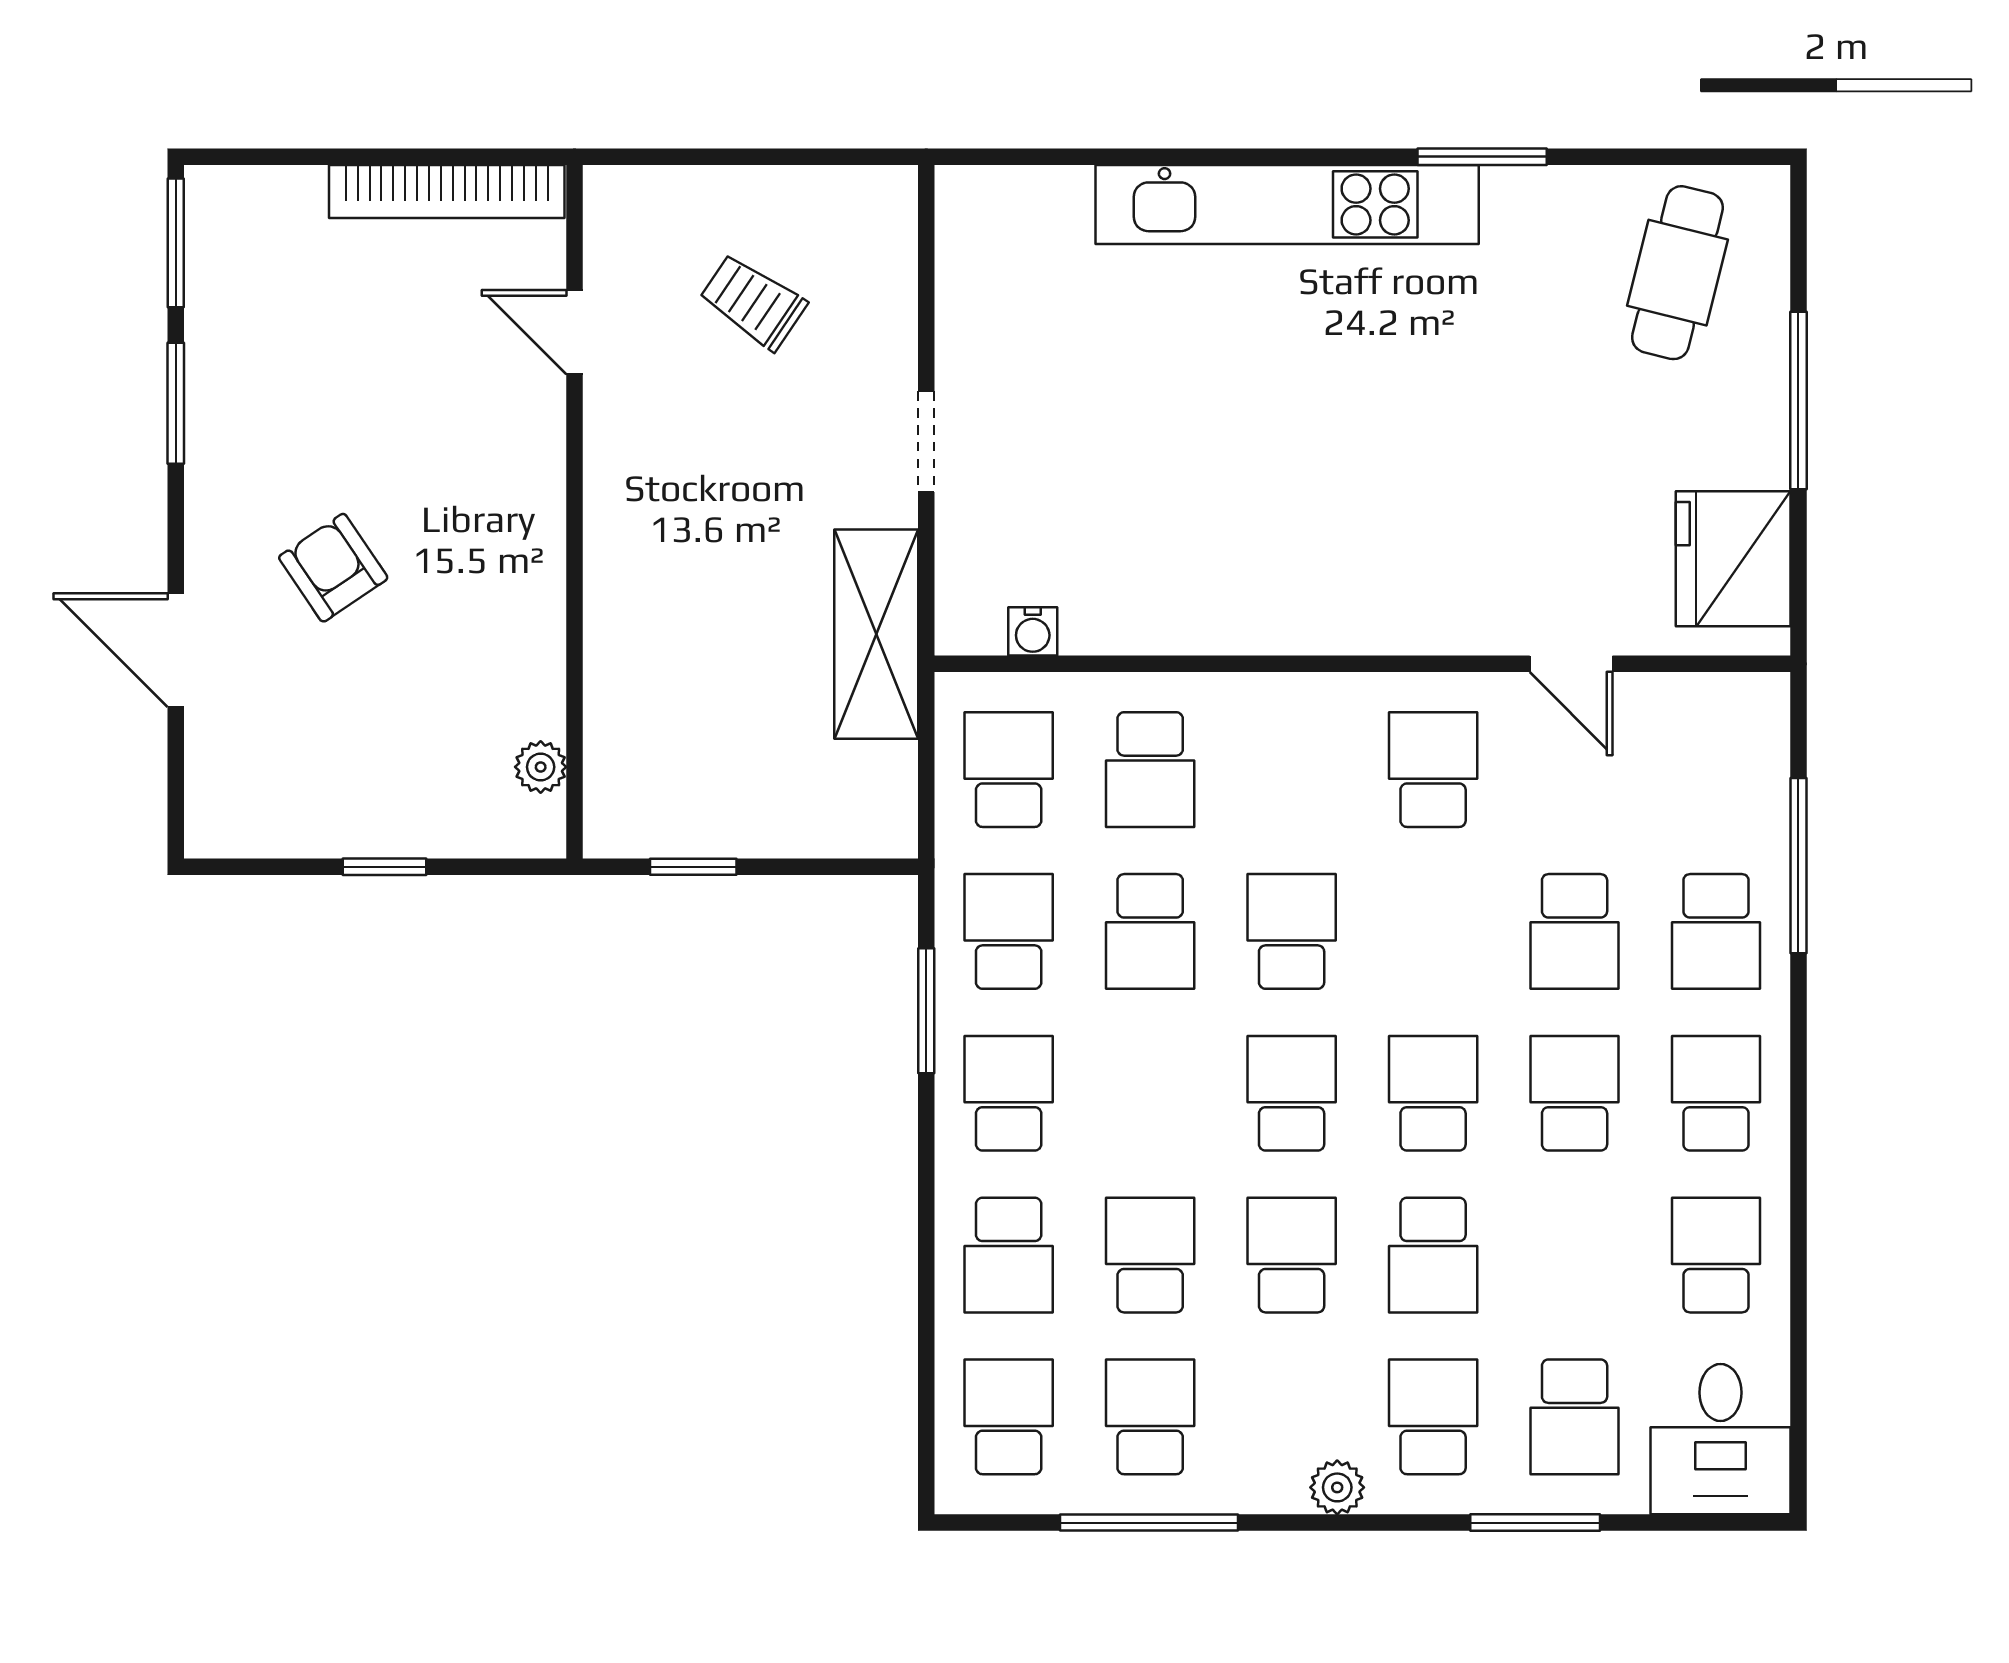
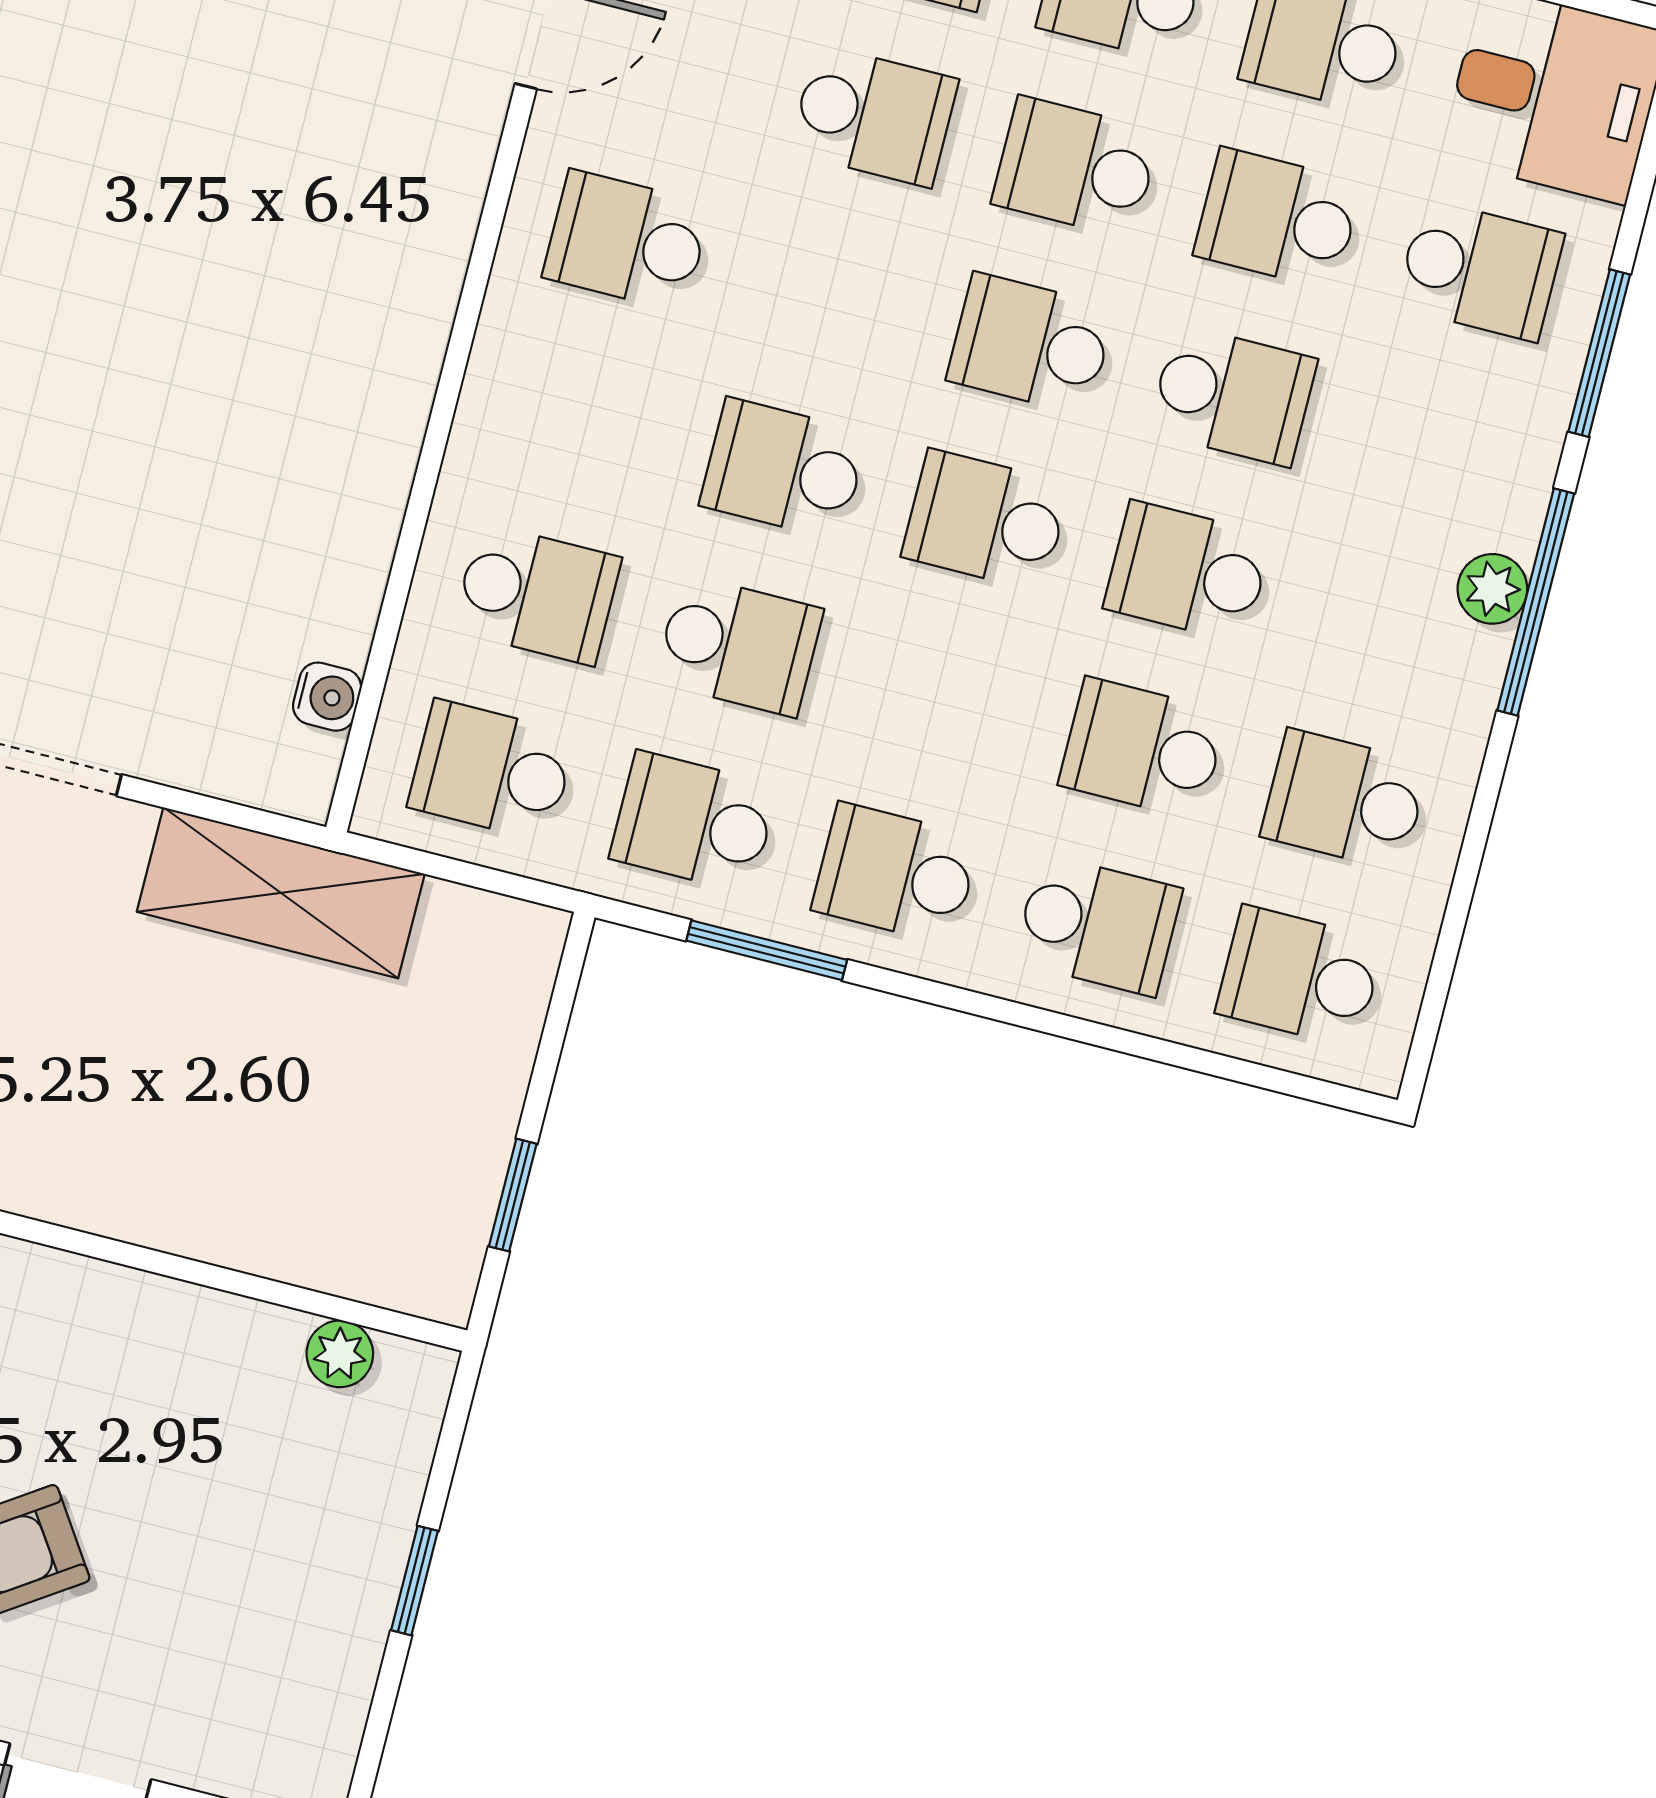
school desk: (1433, 1417) -> (1278, 219), moved
window: (1149, 1523) -> (1536, 602), moved

